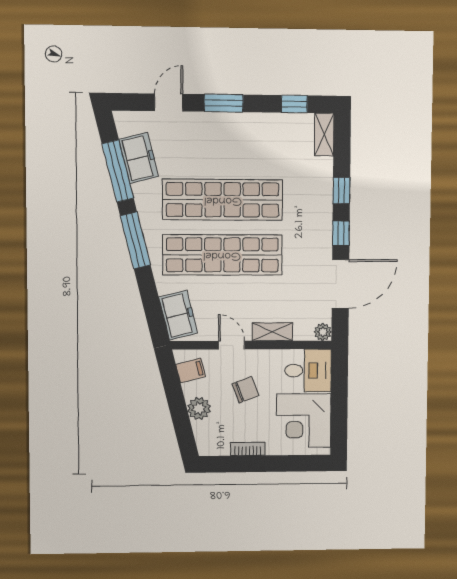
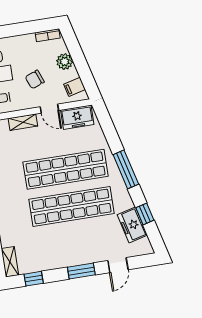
window: (118, 171) -> (145, 214), width x0.46
freezer: (178, 315) -> (77, 117), moved, turned -76
bookcase: (248, 449) -> (48, 35), moved

